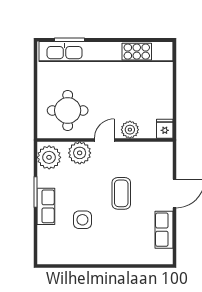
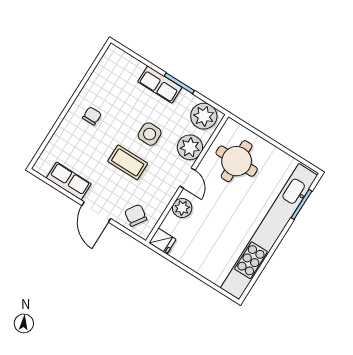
chair: (158, 162) -> (136, 215), added
side table: (82, 220) -> (150, 134), moved
chair: (103, 243) -> (92, 116), added

